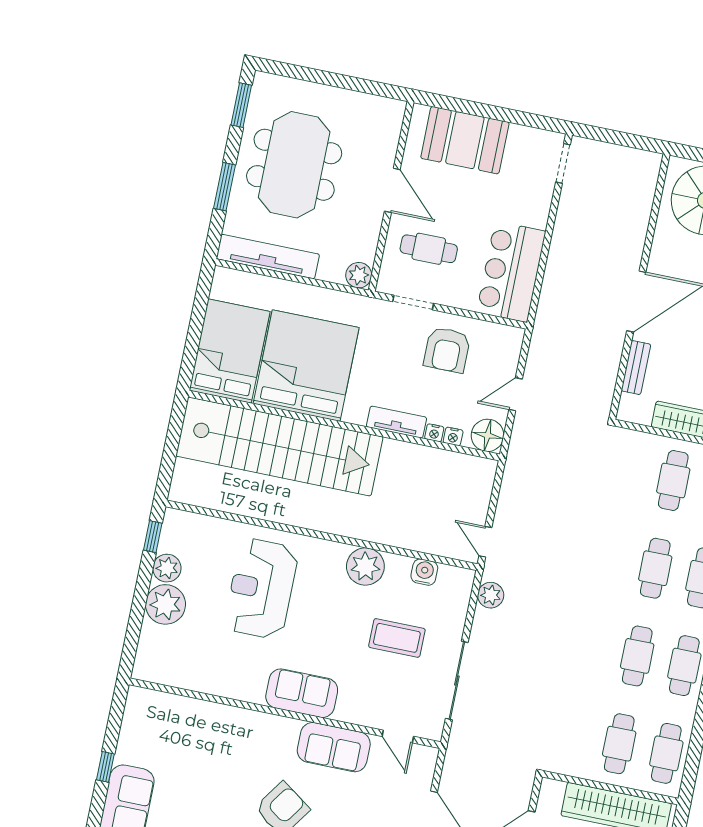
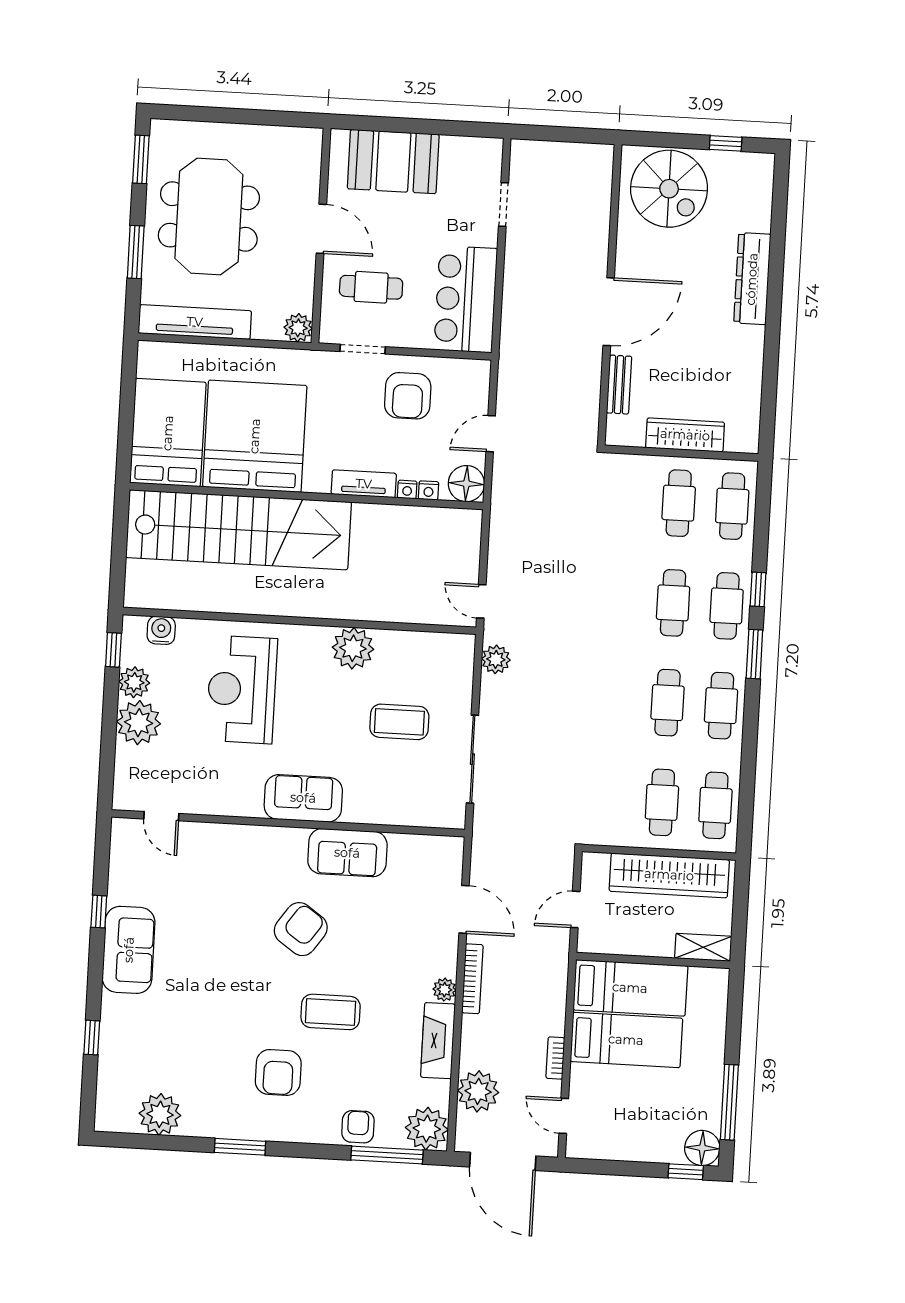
doorway: (563, 163) -> (503, 204), moved
water cooler: (424, 572) -> (161, 630), moved
door: (398, 736) -> (161, 816), moved

